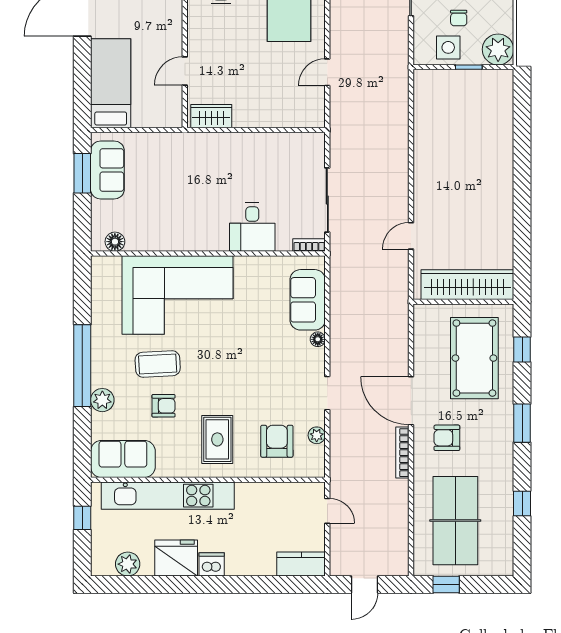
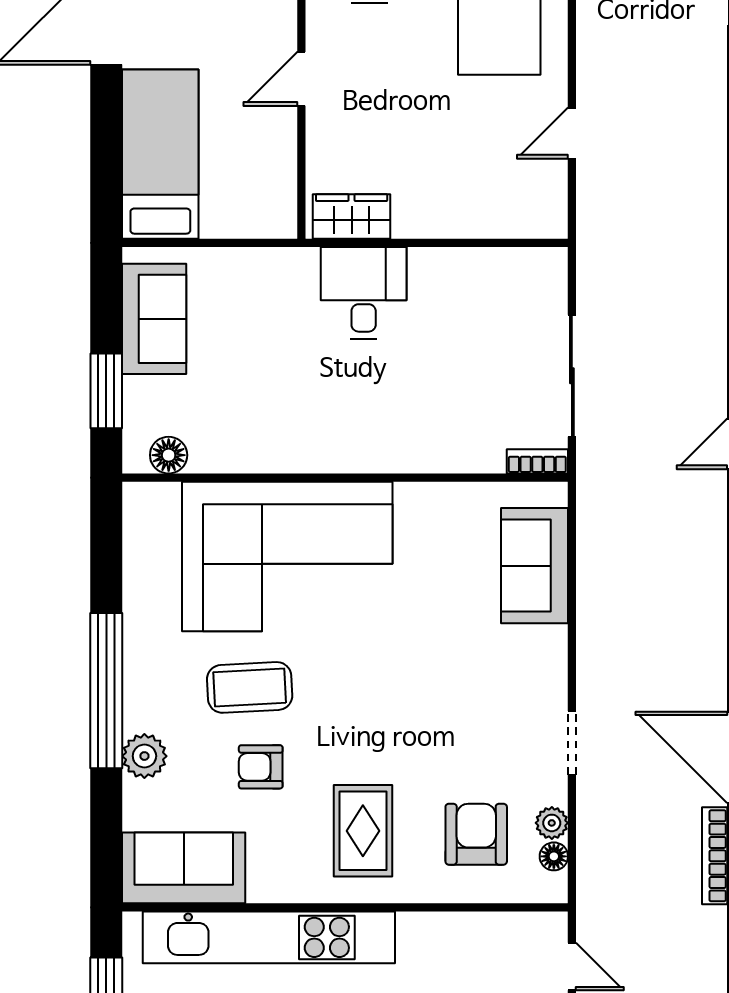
door: (185, 71) -> (301, 79), moved
window: (82, 173) -> (106, 391), moved
desk: (252, 227) -> (364, 293), moved, turned 180
floor lamp: (318, 339) -> (554, 856), moved
armchair: (163, 406) -> (261, 767), turned 180

